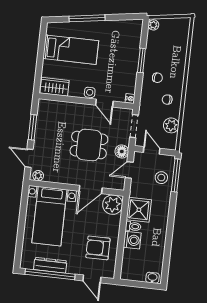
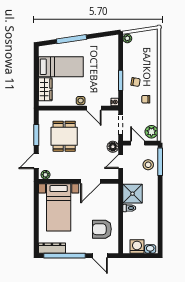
window: (141, 60) -> (121, 80), moved
wardrobe: (55, 87) -> (45, 89), moved, turned 90
plant: (171, 125) -> (151, 132), moved
dining table: (89, 145) -> (64, 136), moved, turned 90
door: (29, 158) -> (36, 161), hinge flipped
plant: (113, 205) -> (110, 192), removed
washing machine: (132, 240) -> (137, 247), moved, turned -90
dresser: (50, 265) -> (52, 248), moved

